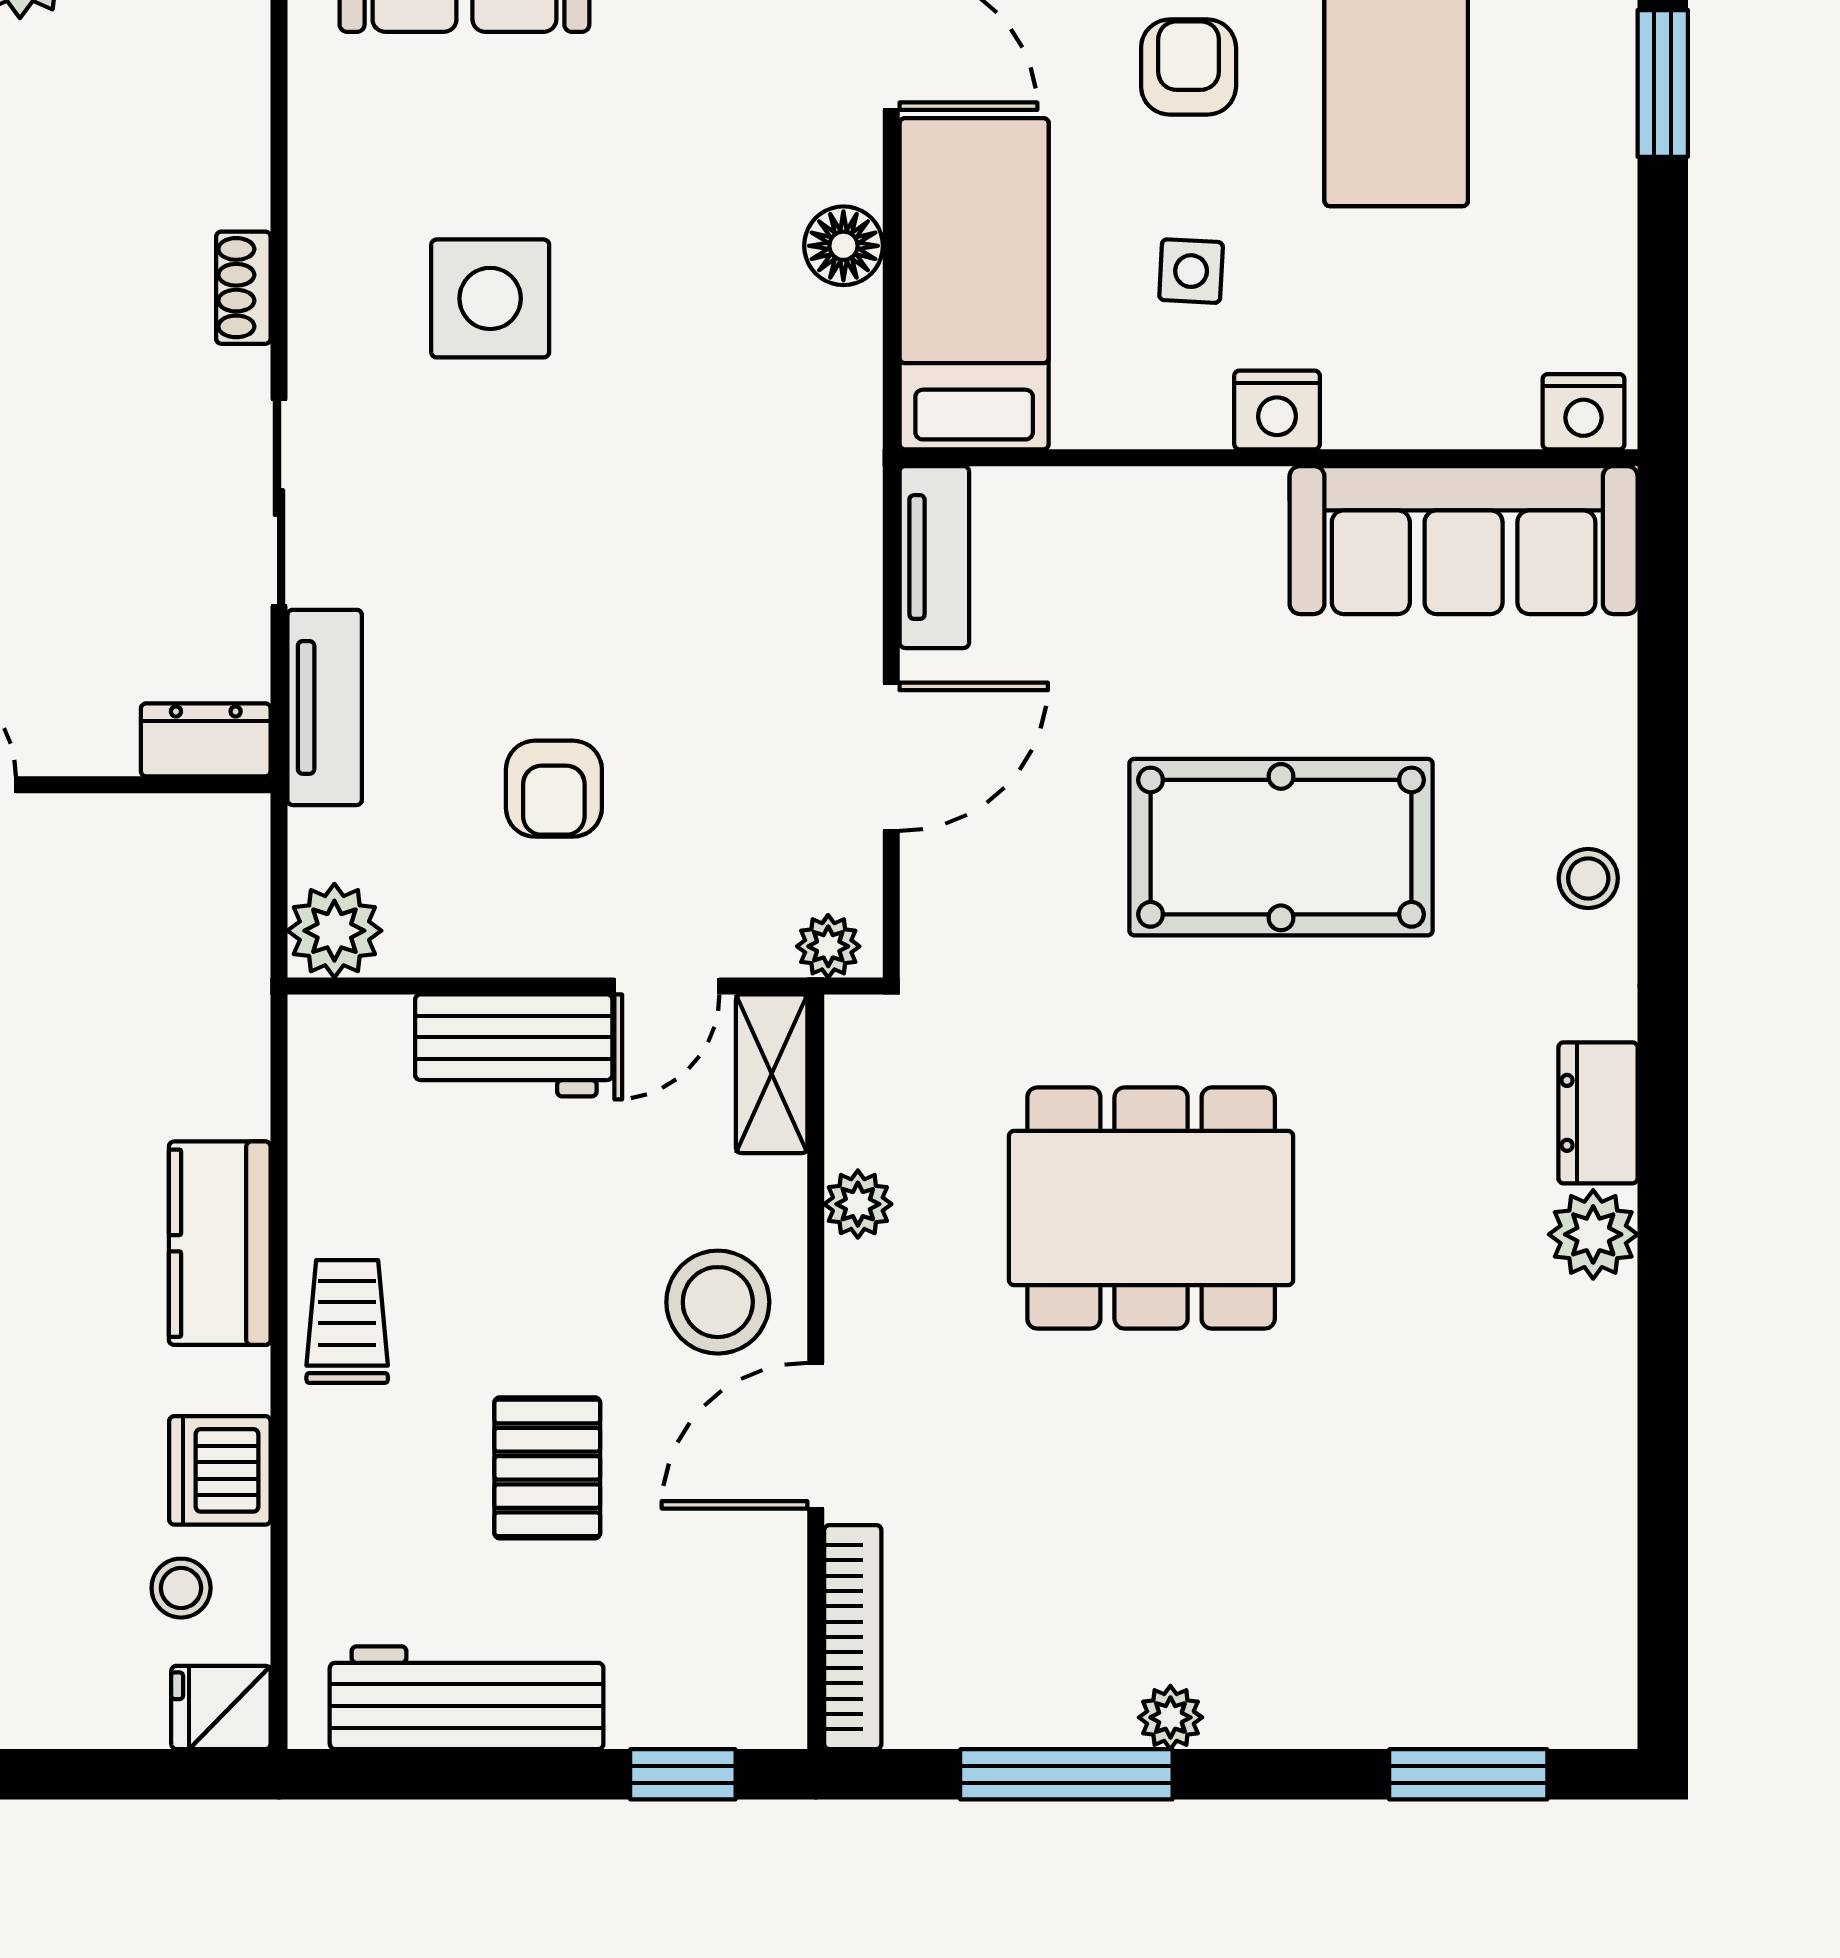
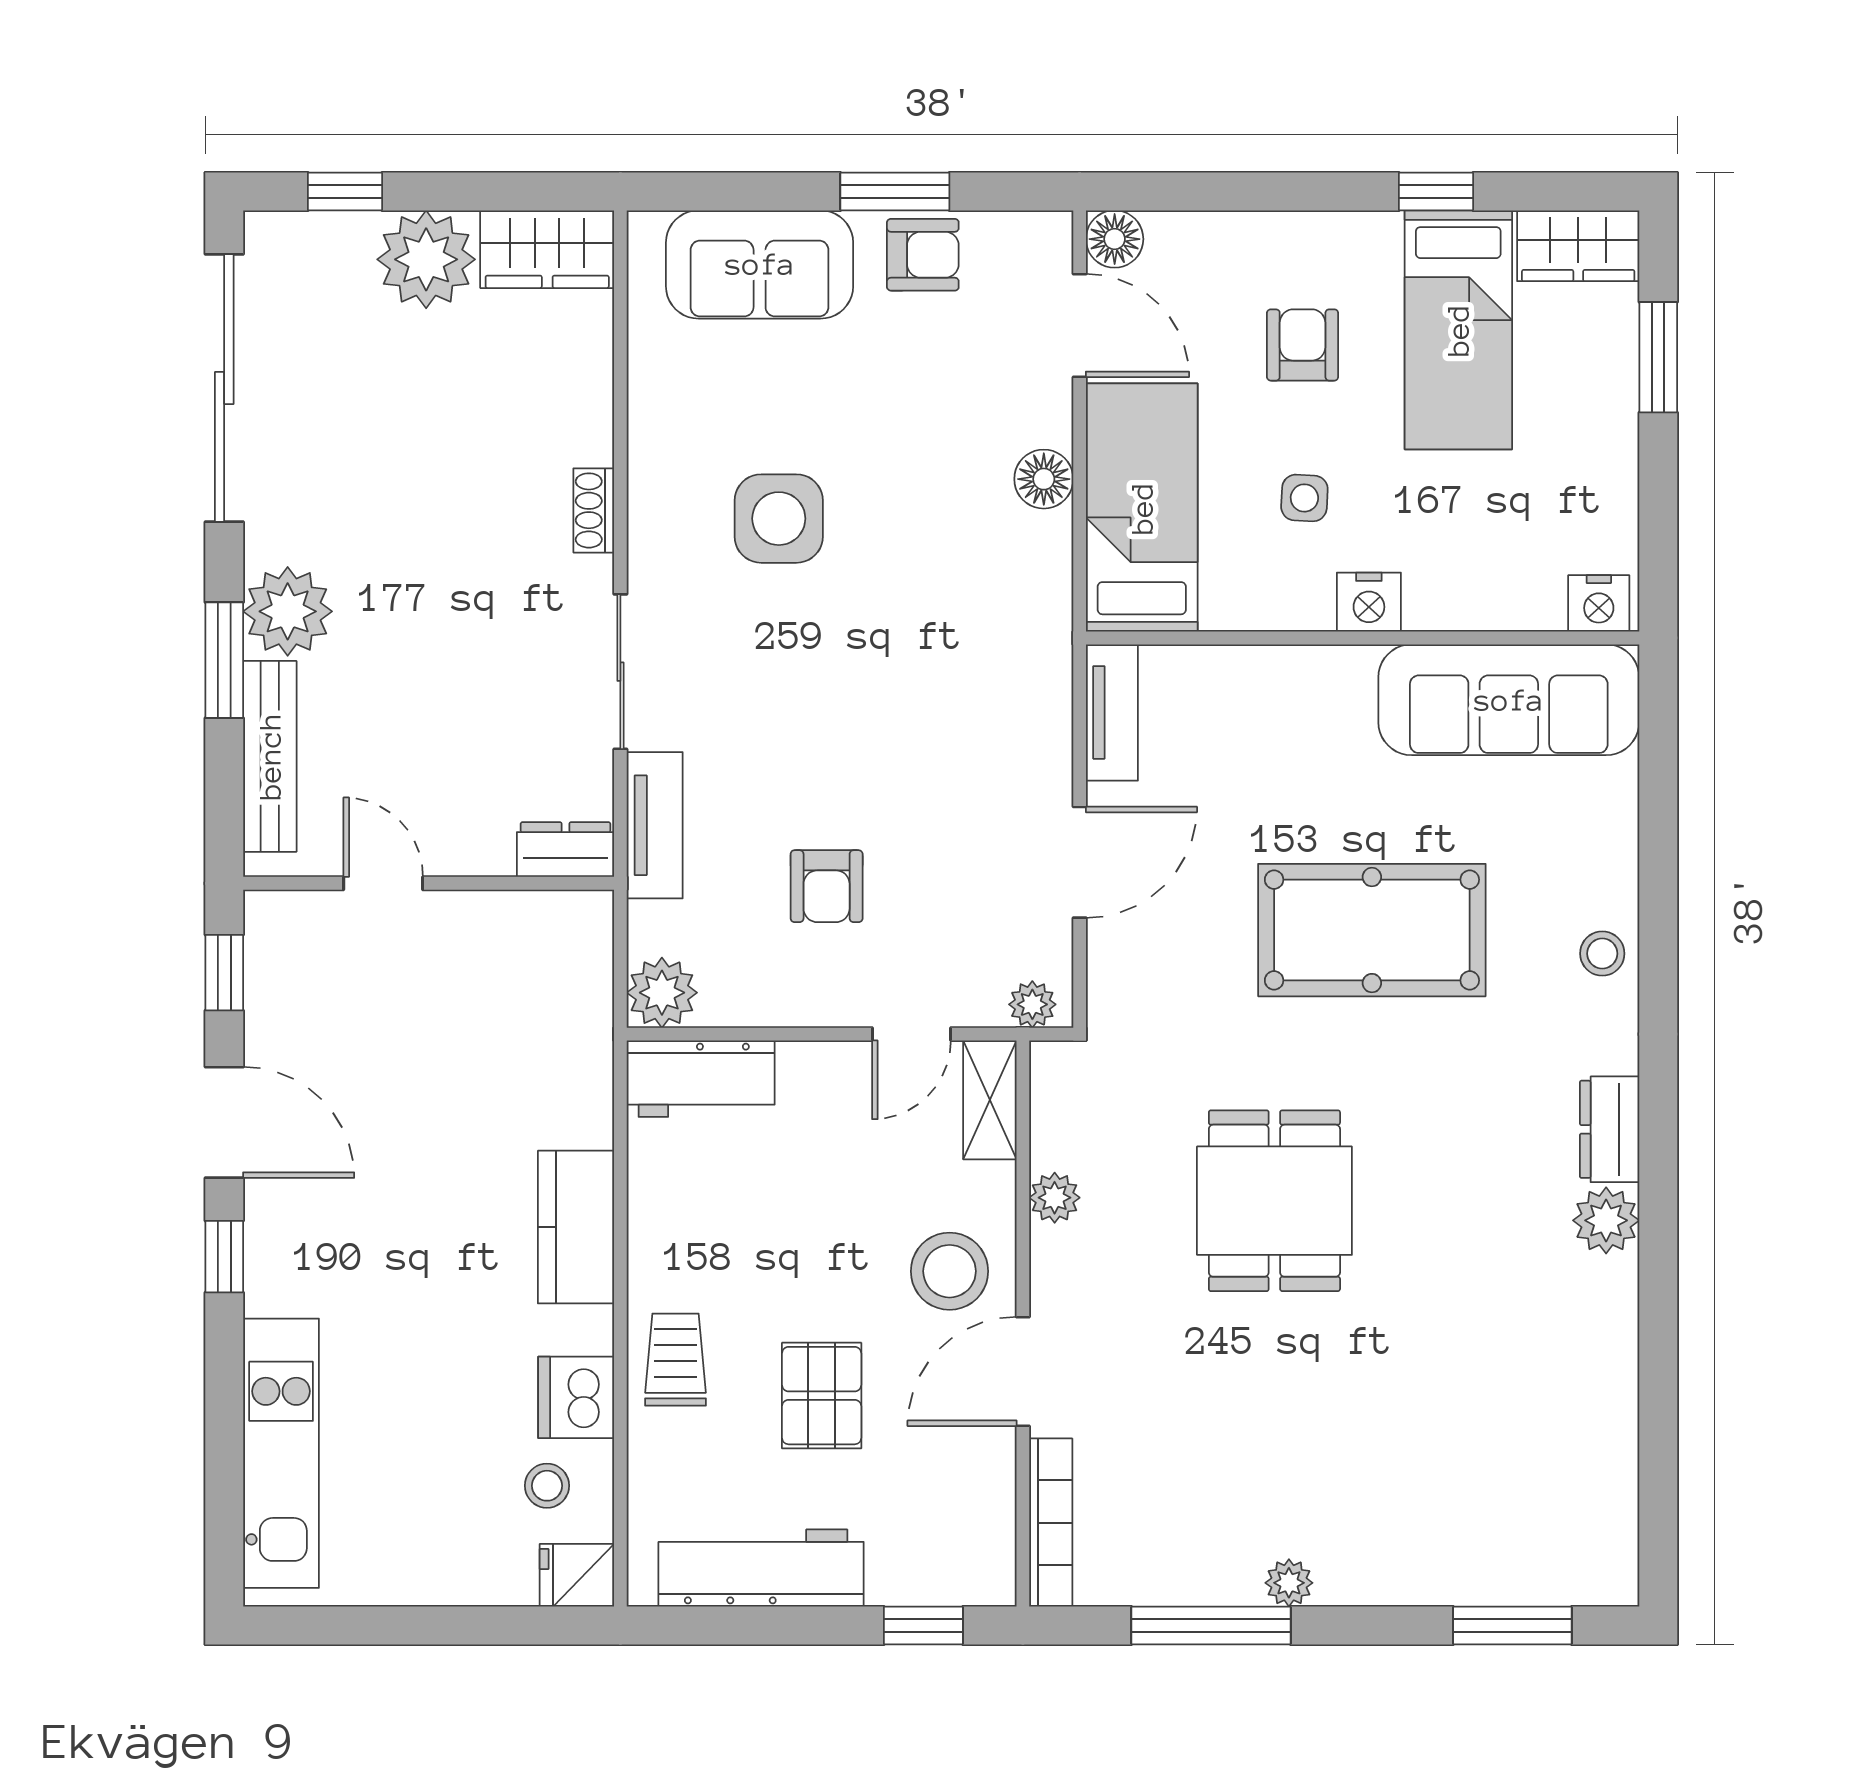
workbench: (514, 1045) -> (701, 1079), moved
dining table: (1151, 1208) -> (1274, 1201), width x0.73
trolley: (347, 1322) -> (675, 1360), moved

